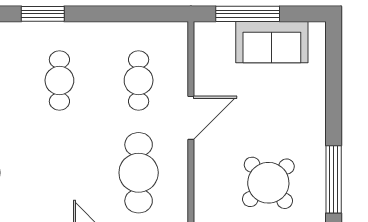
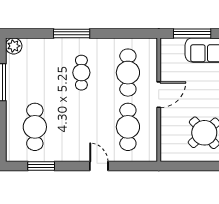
window: (43, 14) -> (72, 33), width x1.44
cafe table: (139, 80) -> (128, 73), width x1.37, depth x1.35

